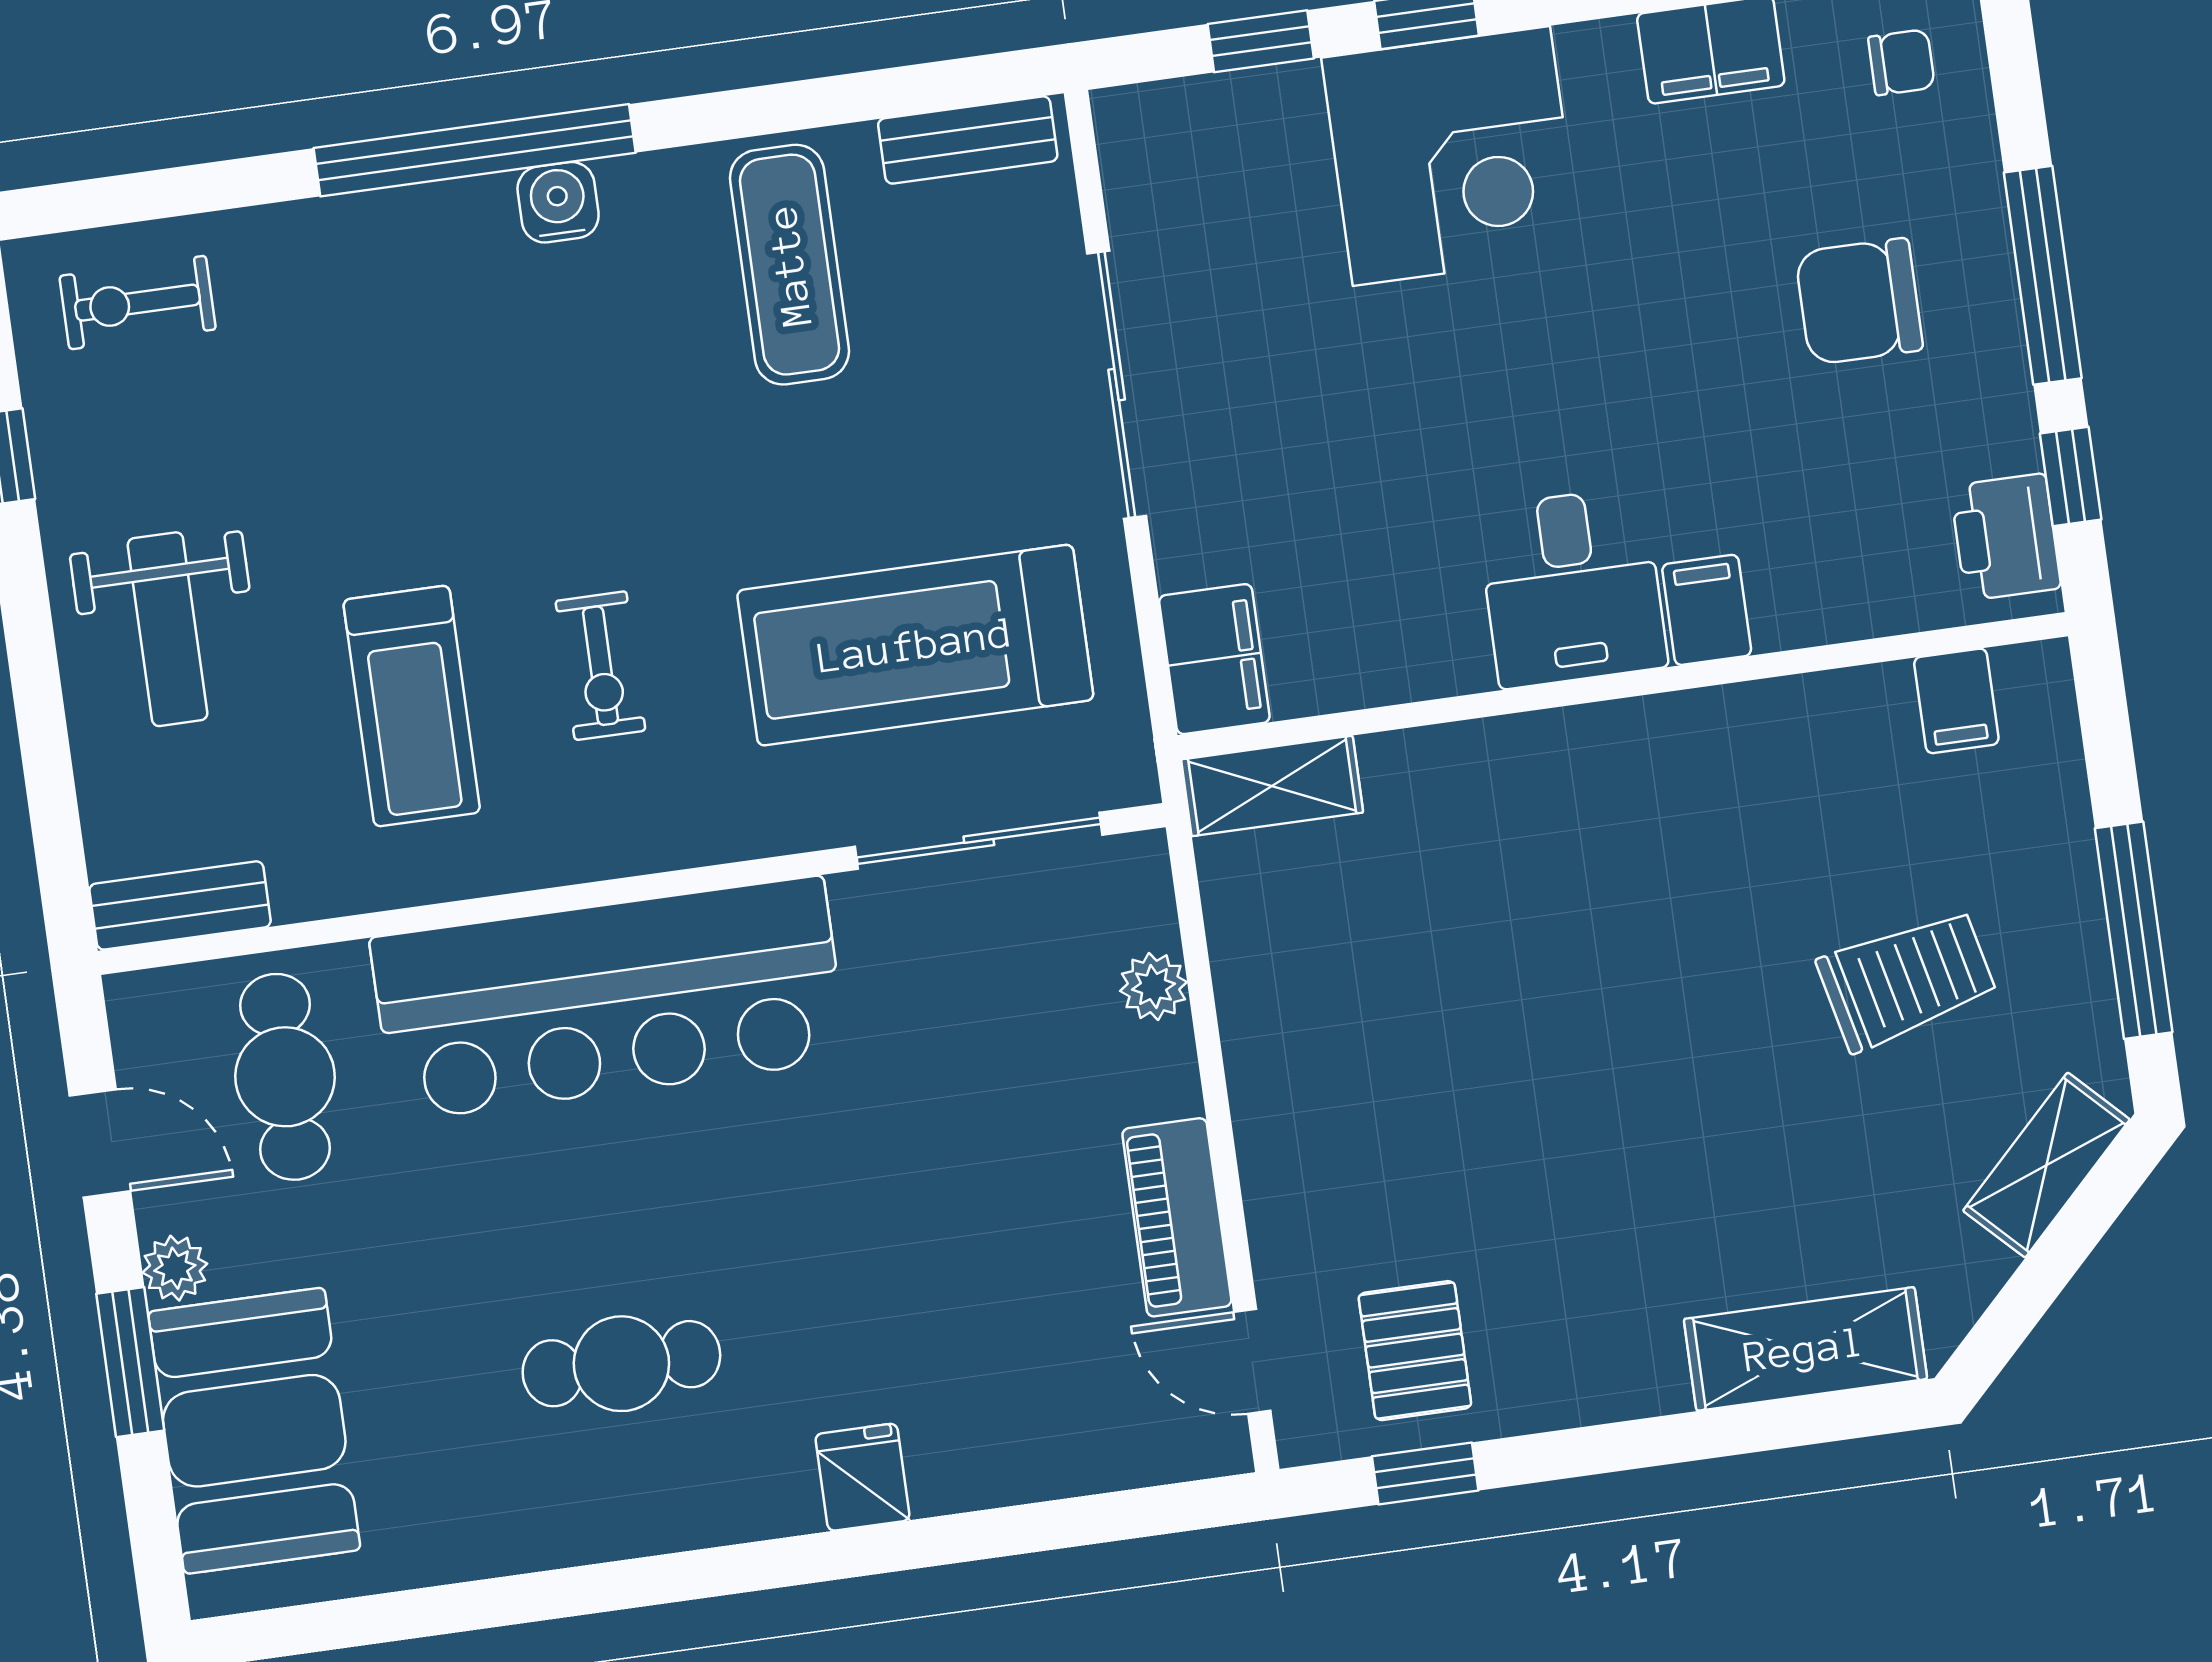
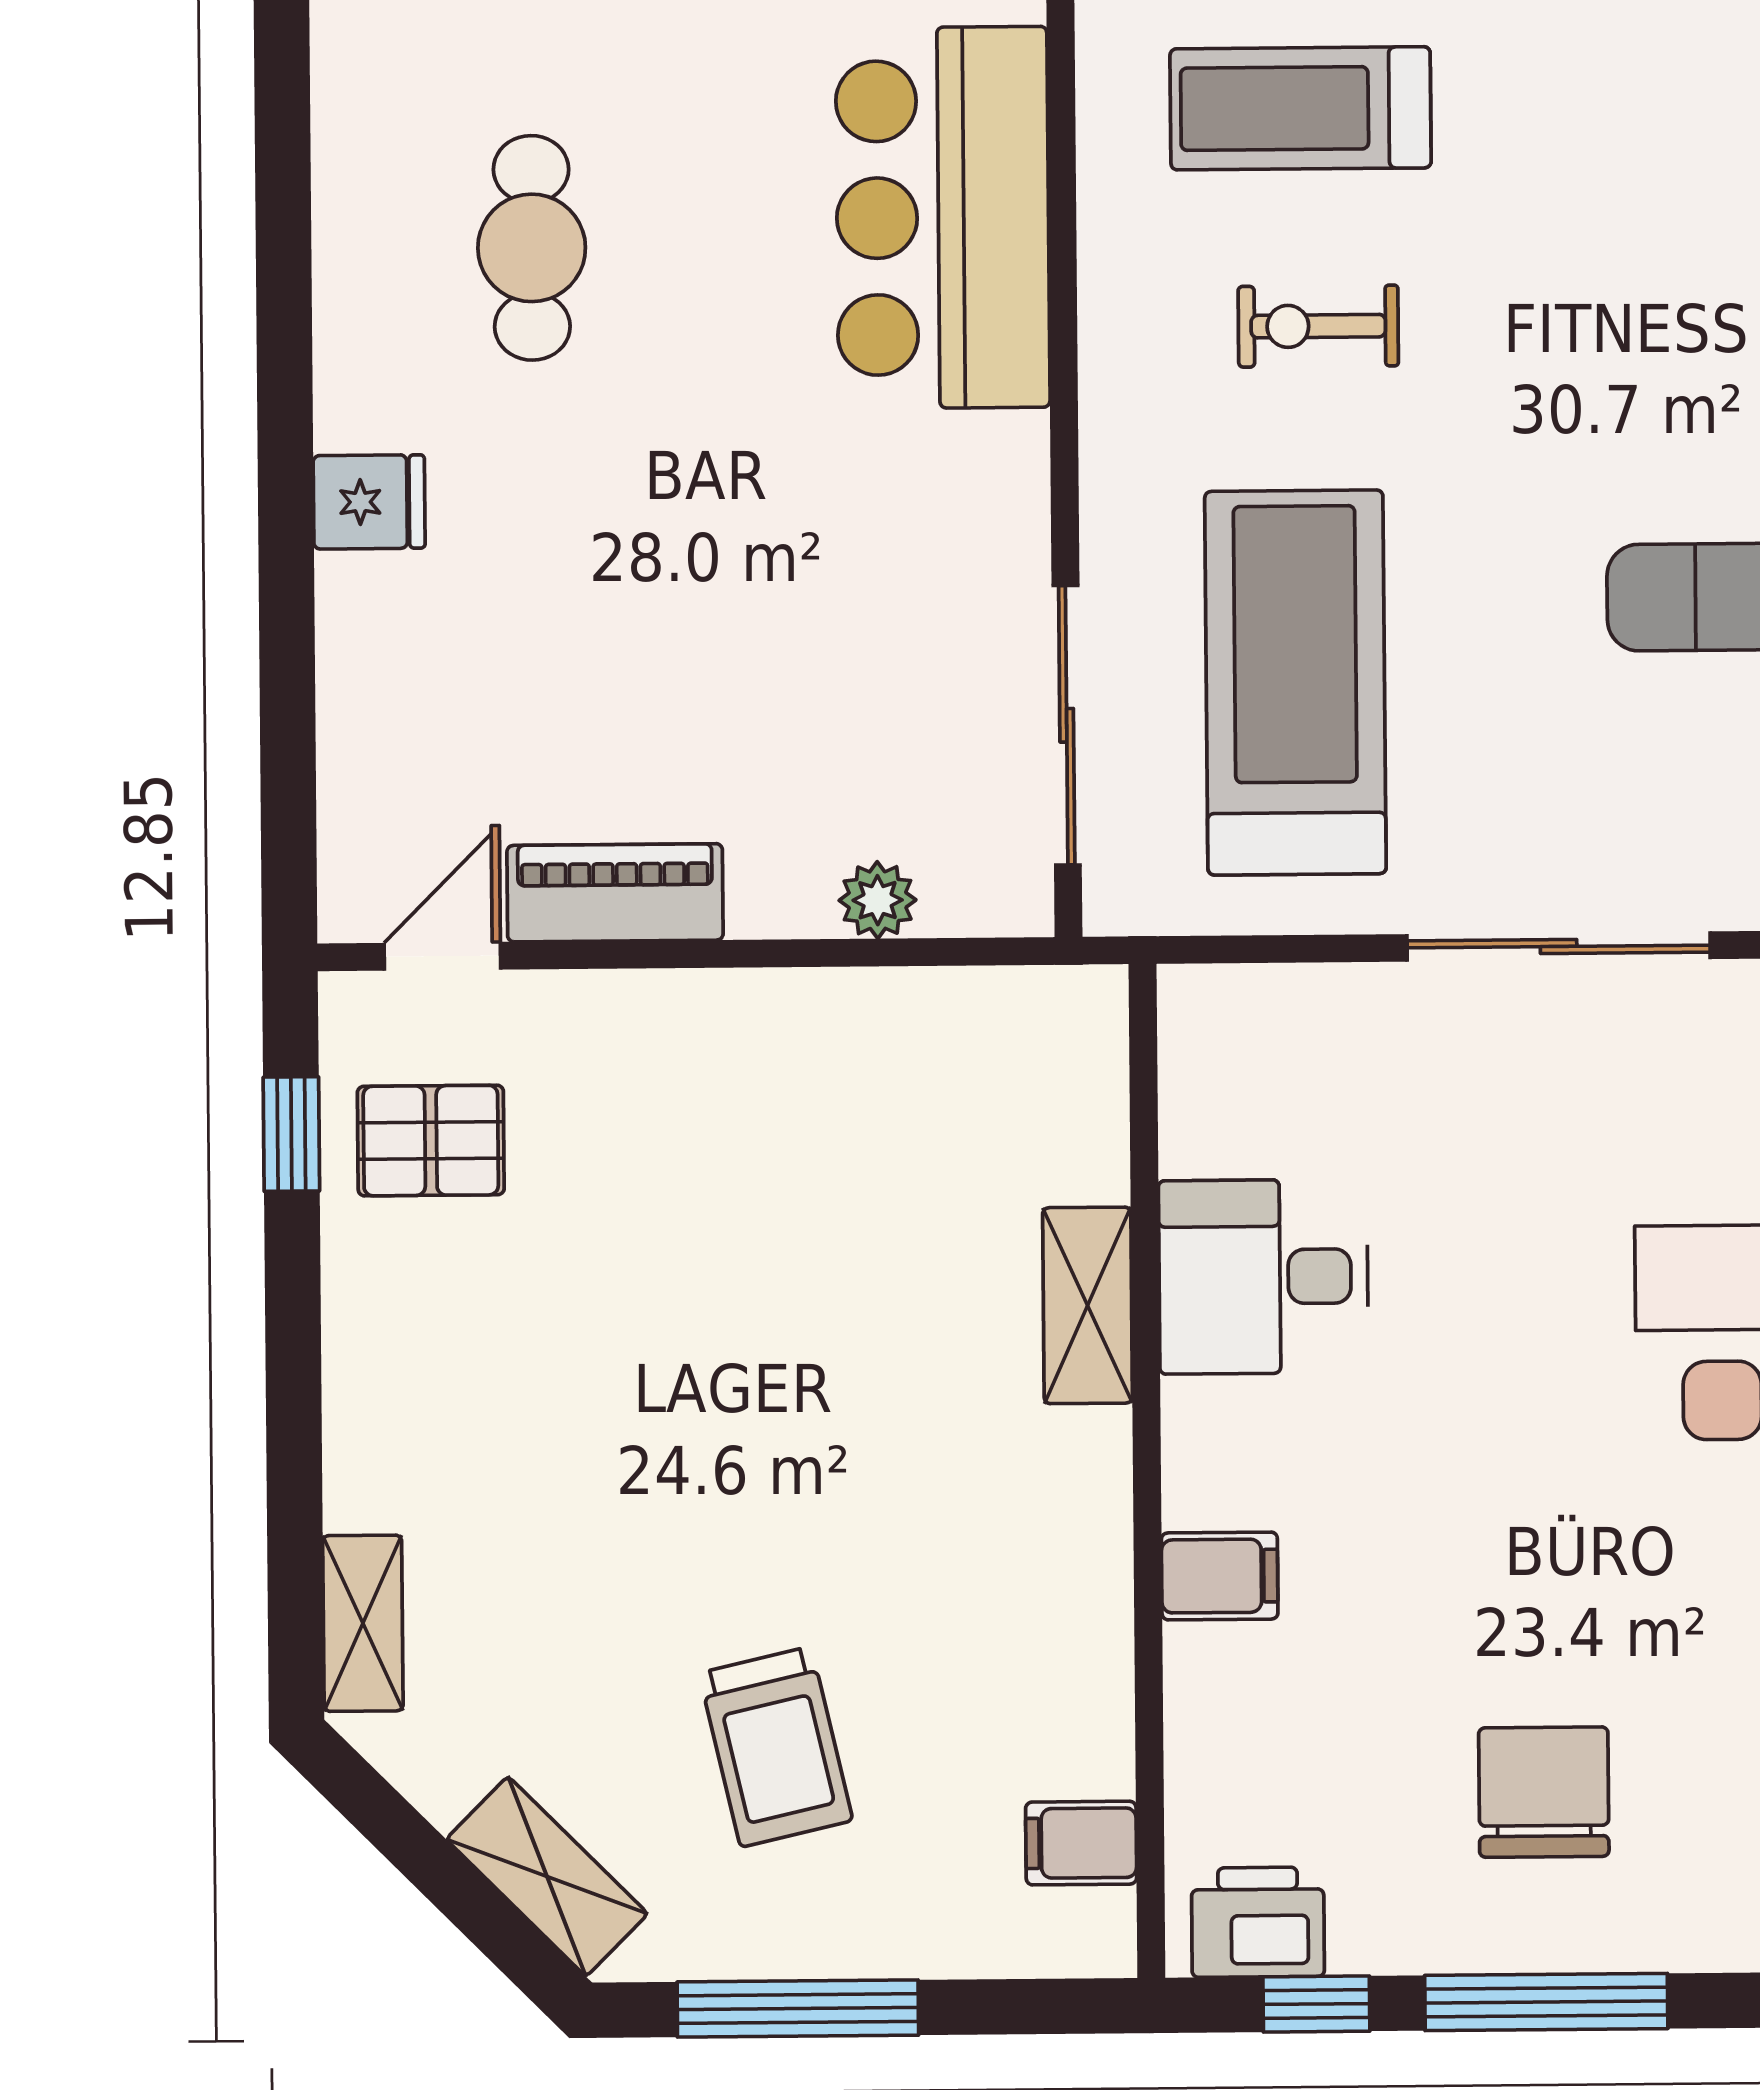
desk: (1572, 587) -> (1263, 1277), moved
filing cabinet: (1214, 659) -> (1236, 1016), removed
shelving: (1272, 786) -> (1088, 1305), moved
bar counter: (609, 999) -> (943, 218), width x0.73
shelving: (1805, 1349) -> (363, 1623), width x0.67, depth x0.75

